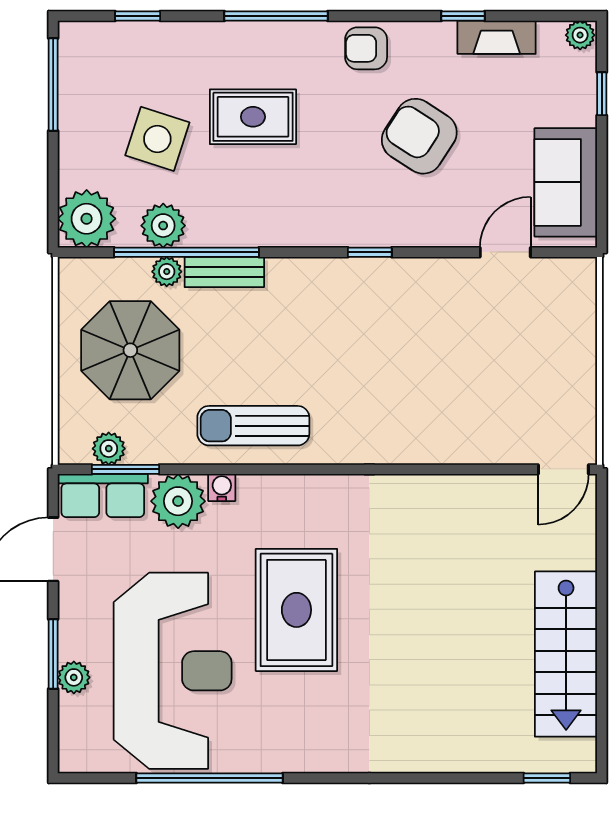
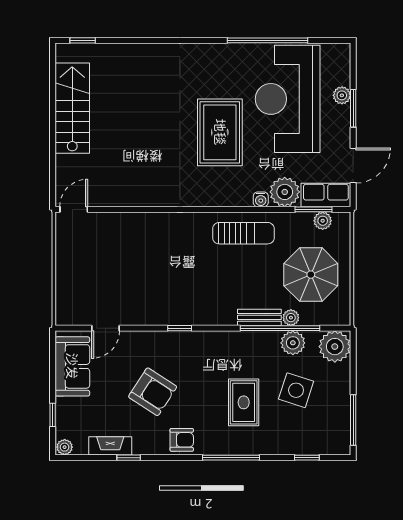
rug: (253, 117) -> (244, 402), turned 90

